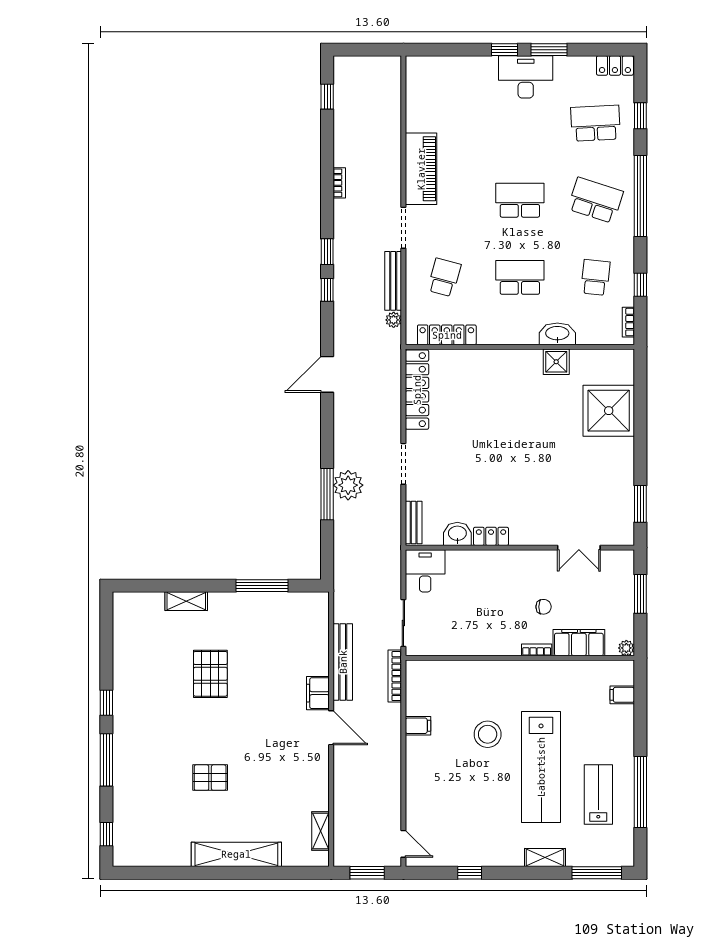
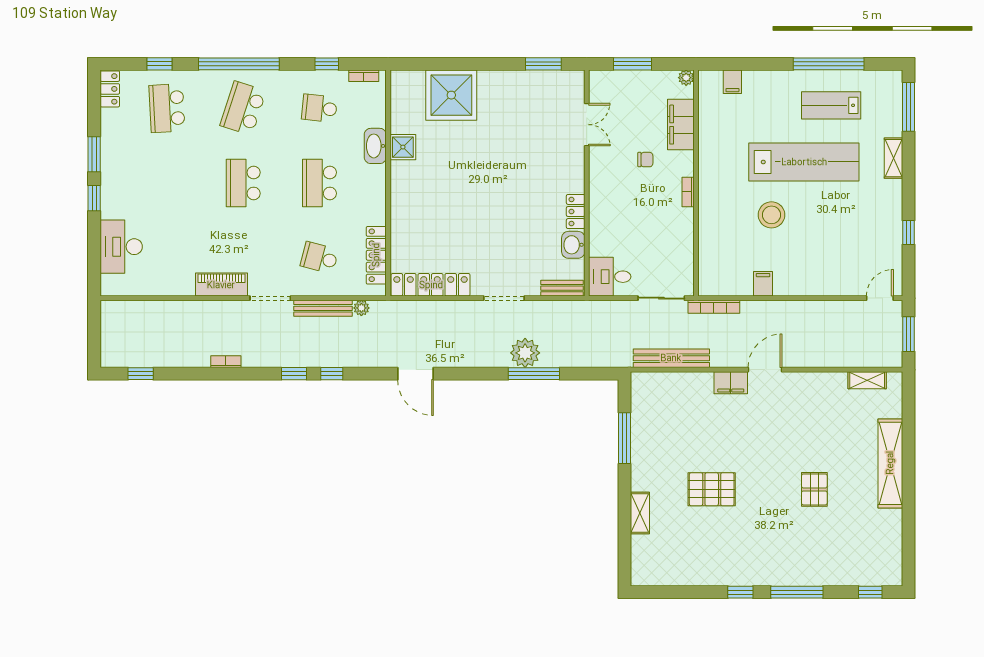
desk: (526, 77) -> (121, 247), moved
piano: (421, 169) -> (221, 285), width x0.73, depth x0.75
chair: (544, 607) -> (645, 160), turned 90
bookcase: (537, 650) -> (688, 192), moved
bench: (343, 662) -> (671, 358), moved

